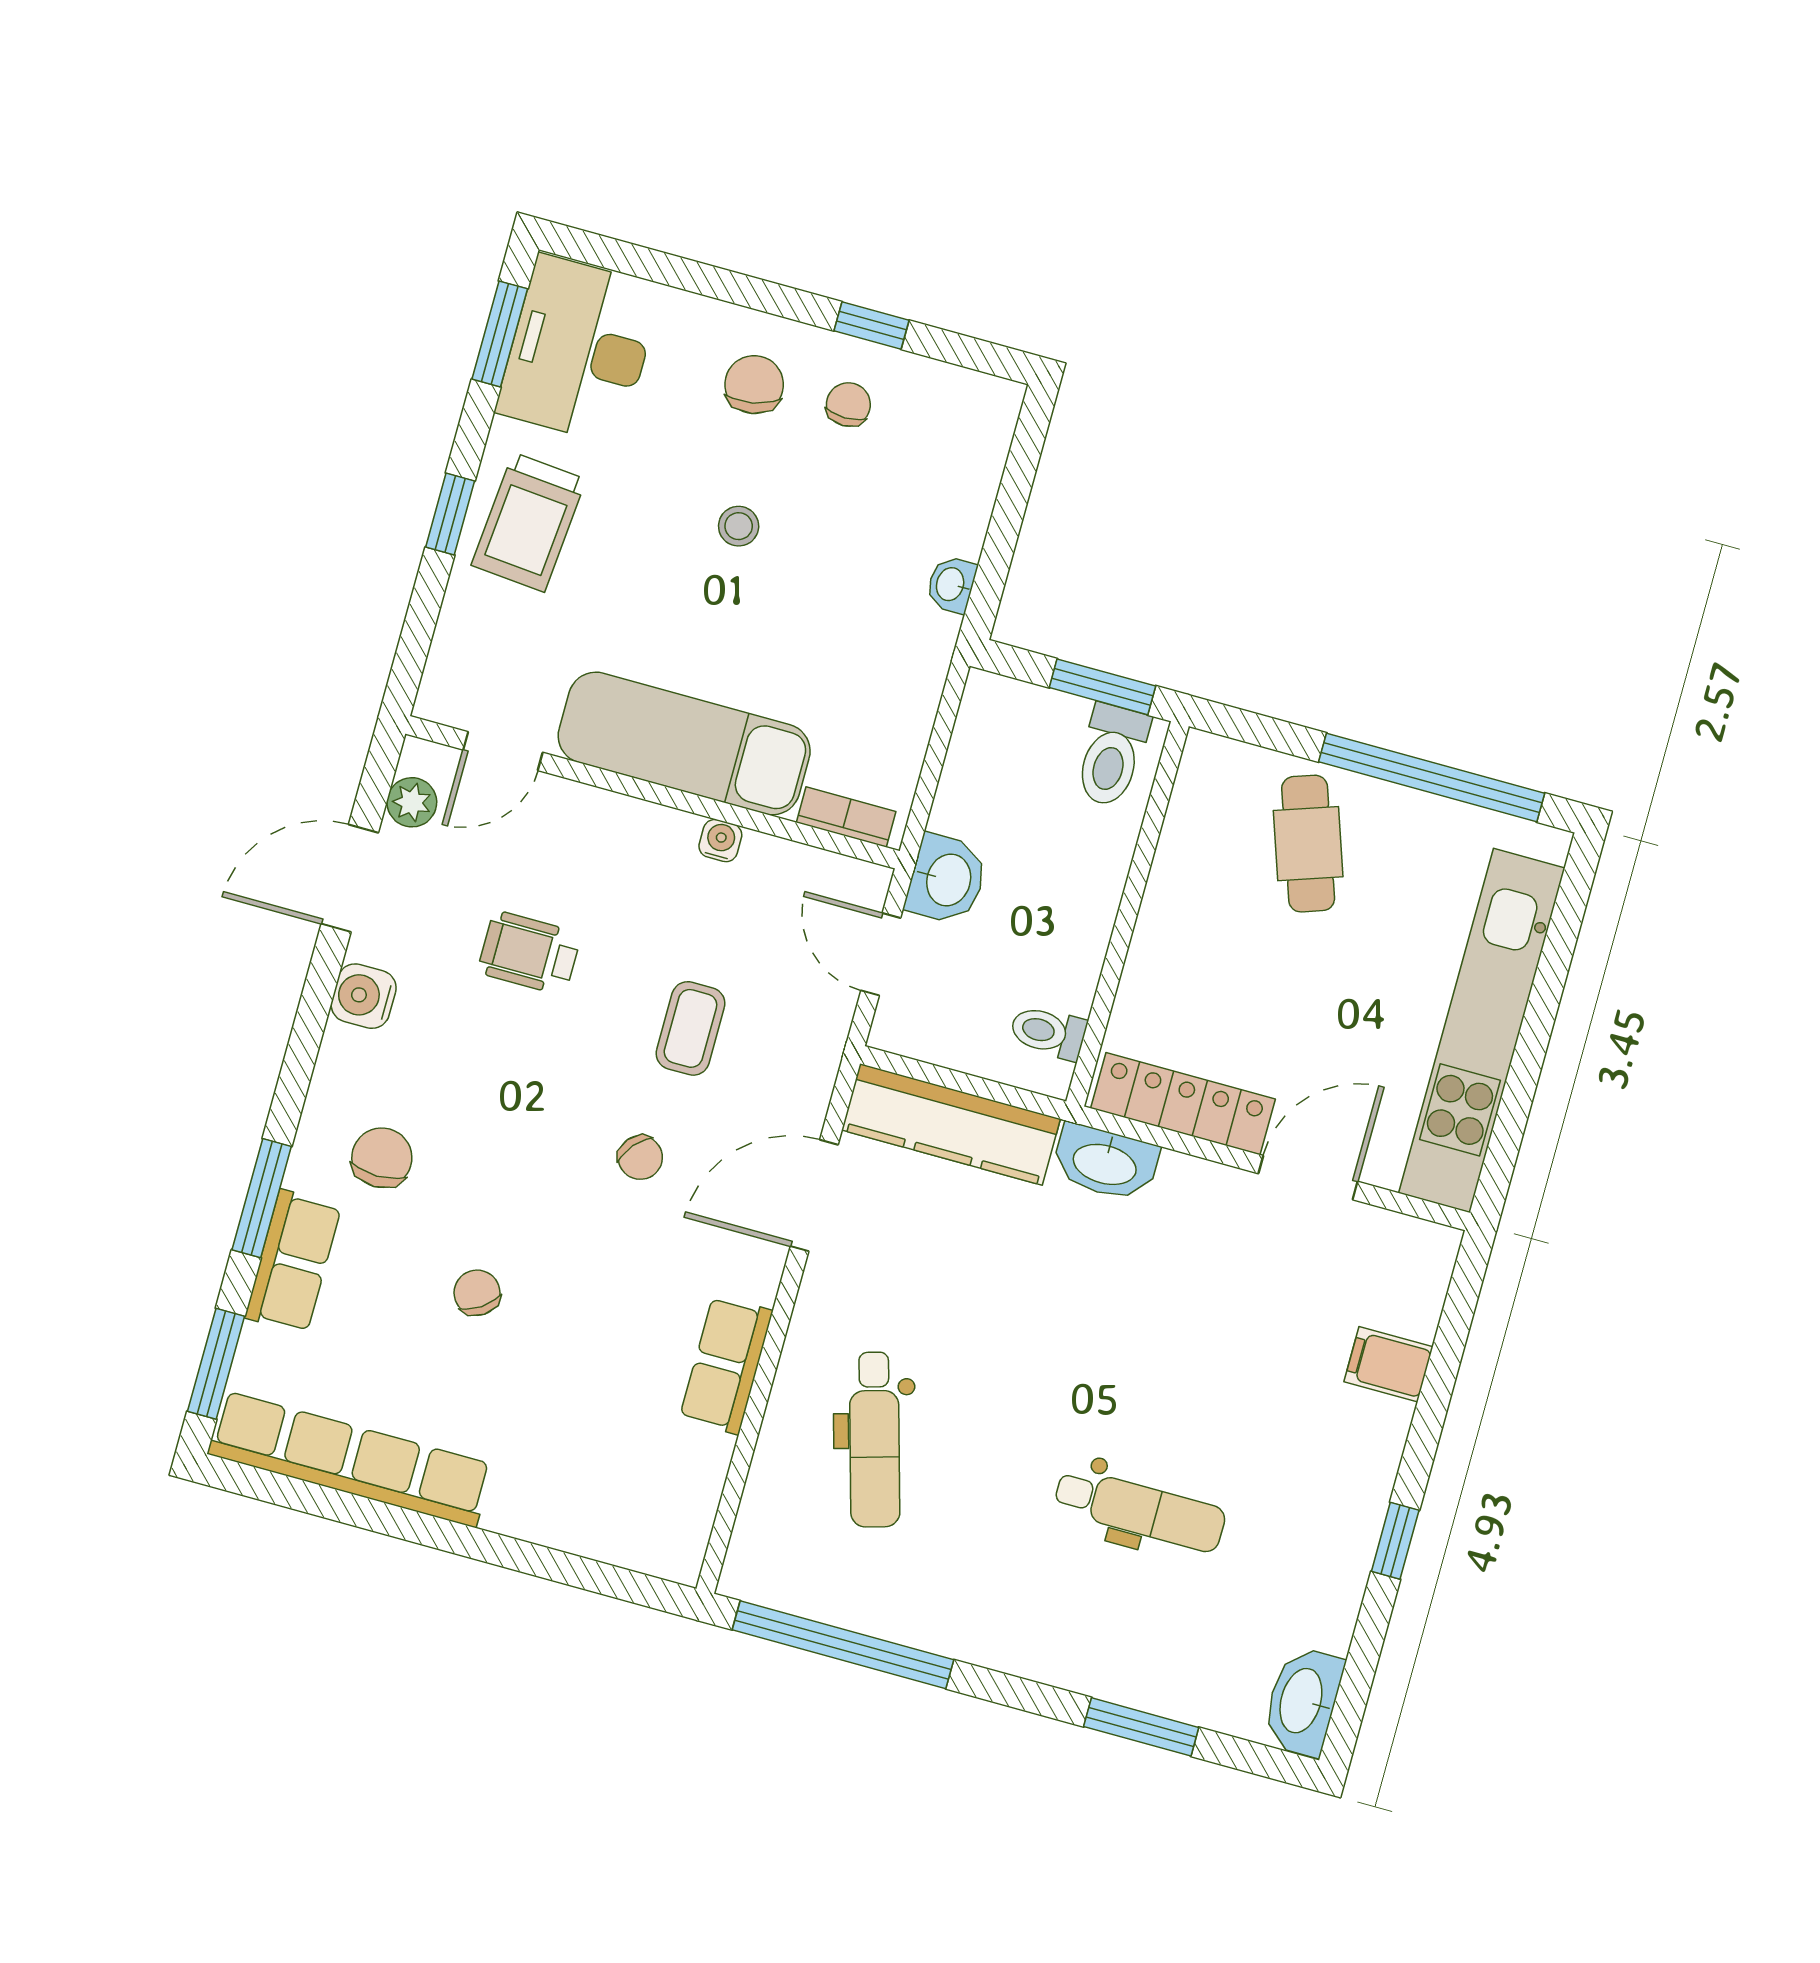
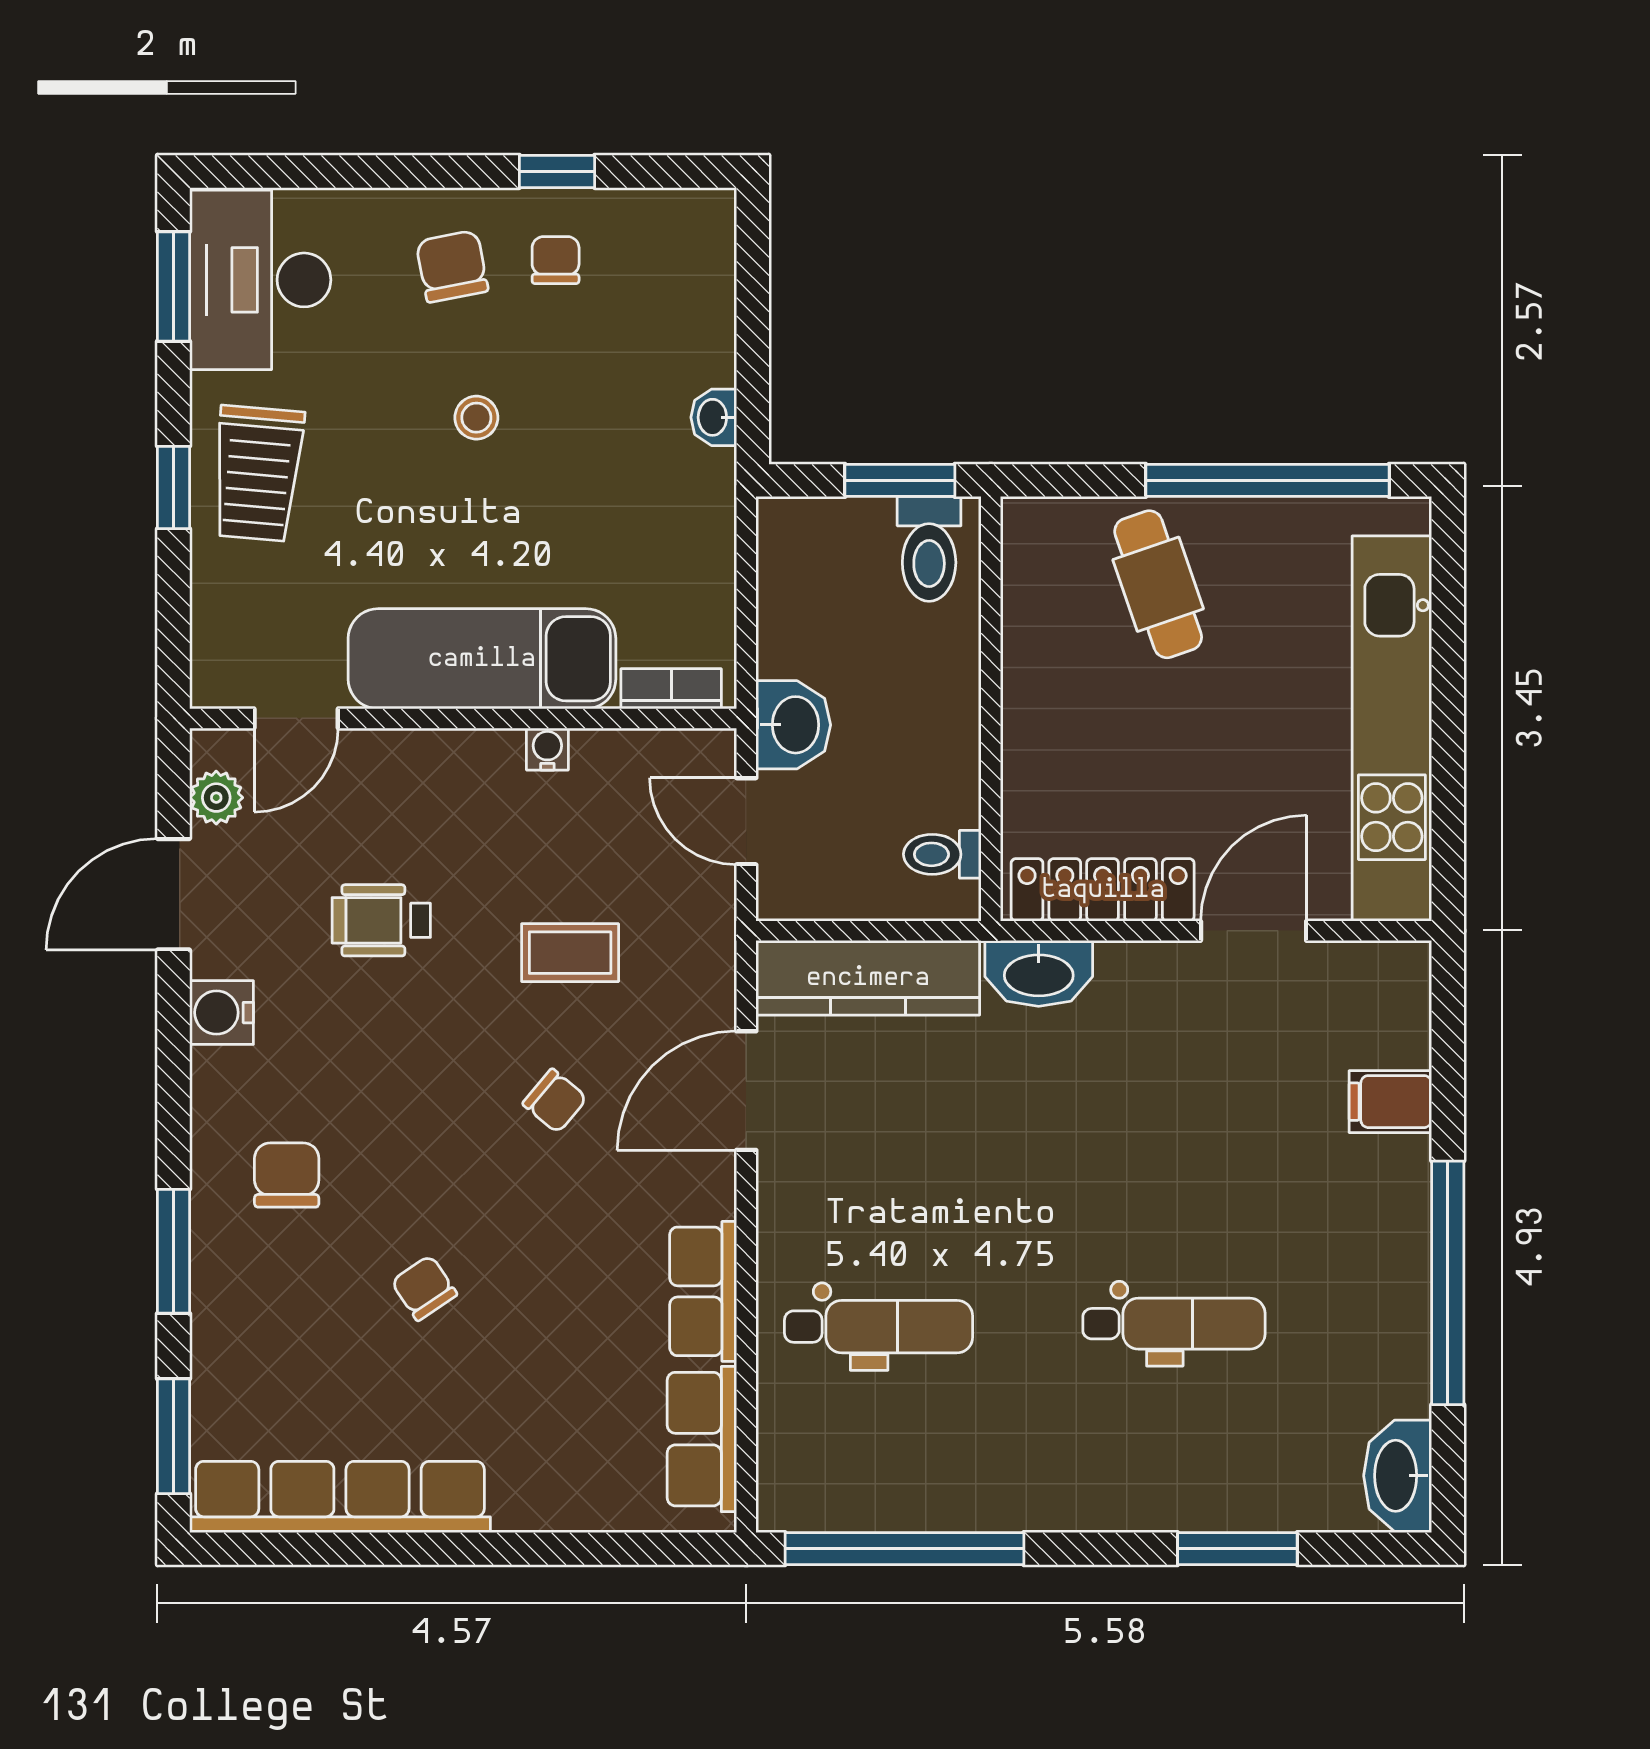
coffee table: (690, 1028) -> (570, 953), turned 90
row of seats: (293, 1262) -> (702, 1439), moved, turned 180
dental chair: (875, 1440) -> (879, 1327), turned -74
window: (1395, 1541) -> (1448, 1283), width x3.17

